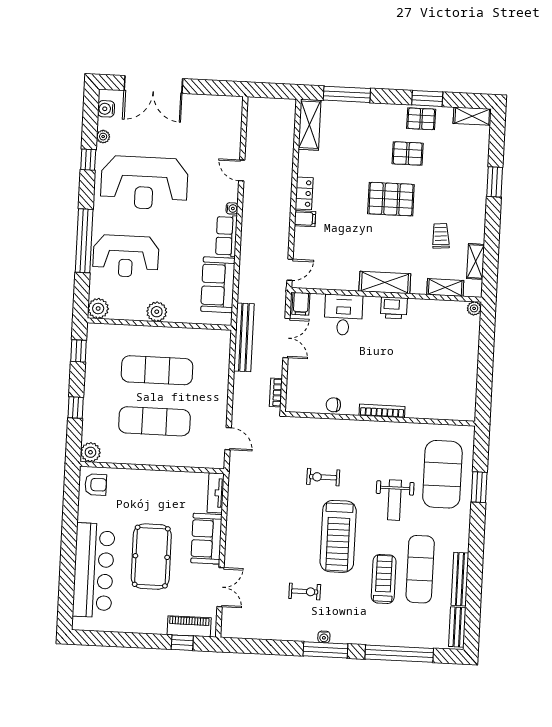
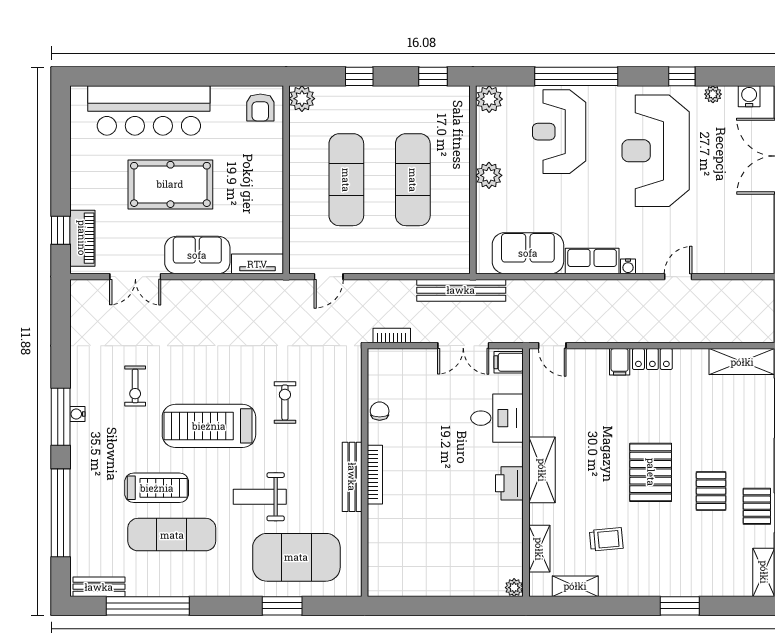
bench: (460, 579) -> (352, 477), moved, turned 90
window: (474, 590) -> (148, 606), added

